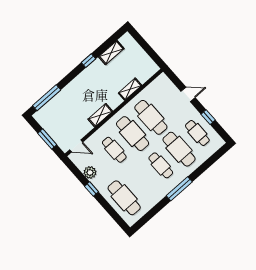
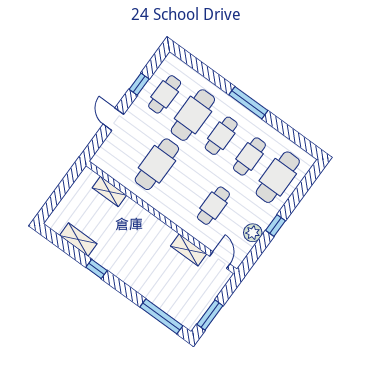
shelving: (130, 89) -> (109, 191), moved
shelving: (100, 115) -> (189, 250), moved
cafe table: (133, 134) -> (249, 156), moved, width x0.73, depth x0.74
window: (47, 139) -> (210, 315), moved

